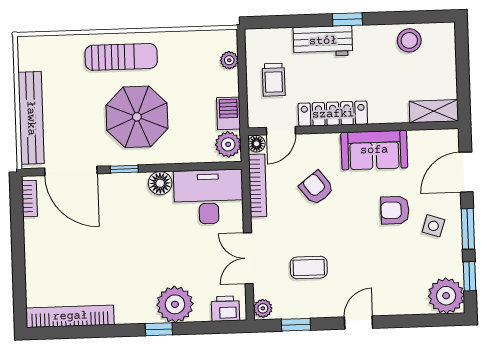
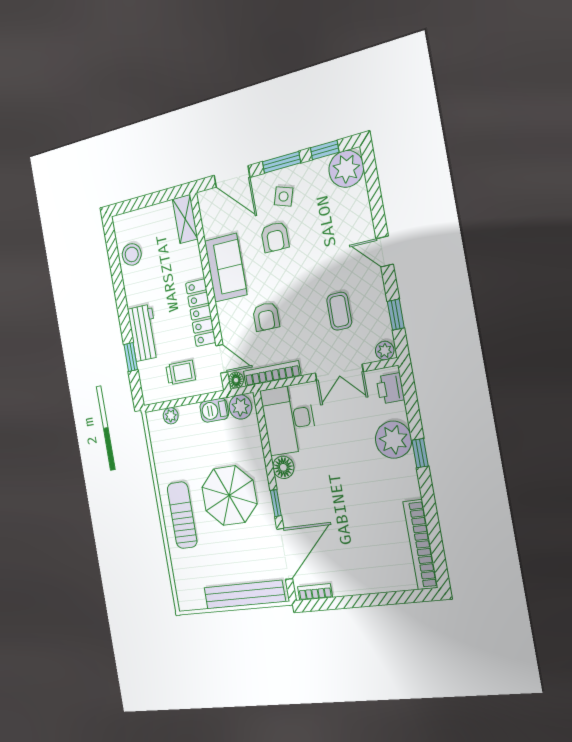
window: (347, 19) -> (131, 357), moved
armchair: (316, 188) -> (266, 317), turned -52

